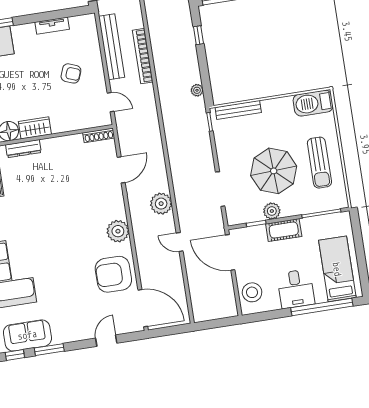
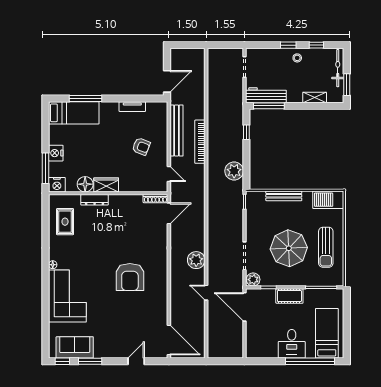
plant: (197, 90) -> (234, 171), width x1.88, depth x1.88
bench: (238, 110) -> (284, 196), moved
door: (121, 170) -> (169, 213), moved
plant: (272, 211) -> (253, 280), moved
plant: (118, 231) -> (159, 276), removed
armchair: (113, 274) -> (130, 277), moved, turned -90
stool: (252, 292) -> (257, 341), removed

